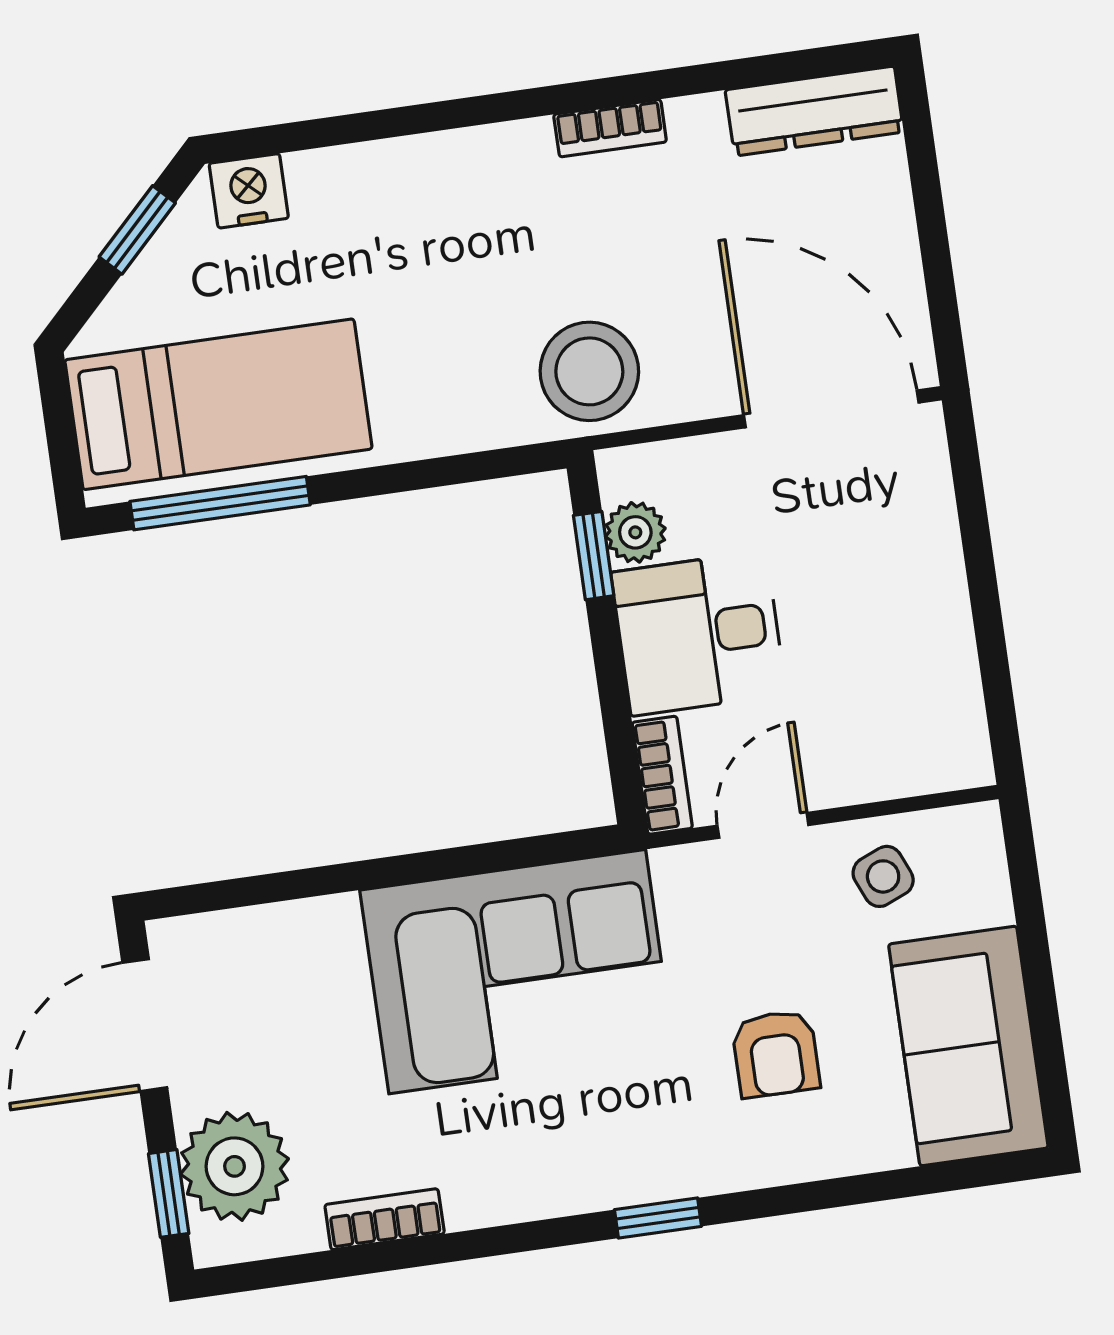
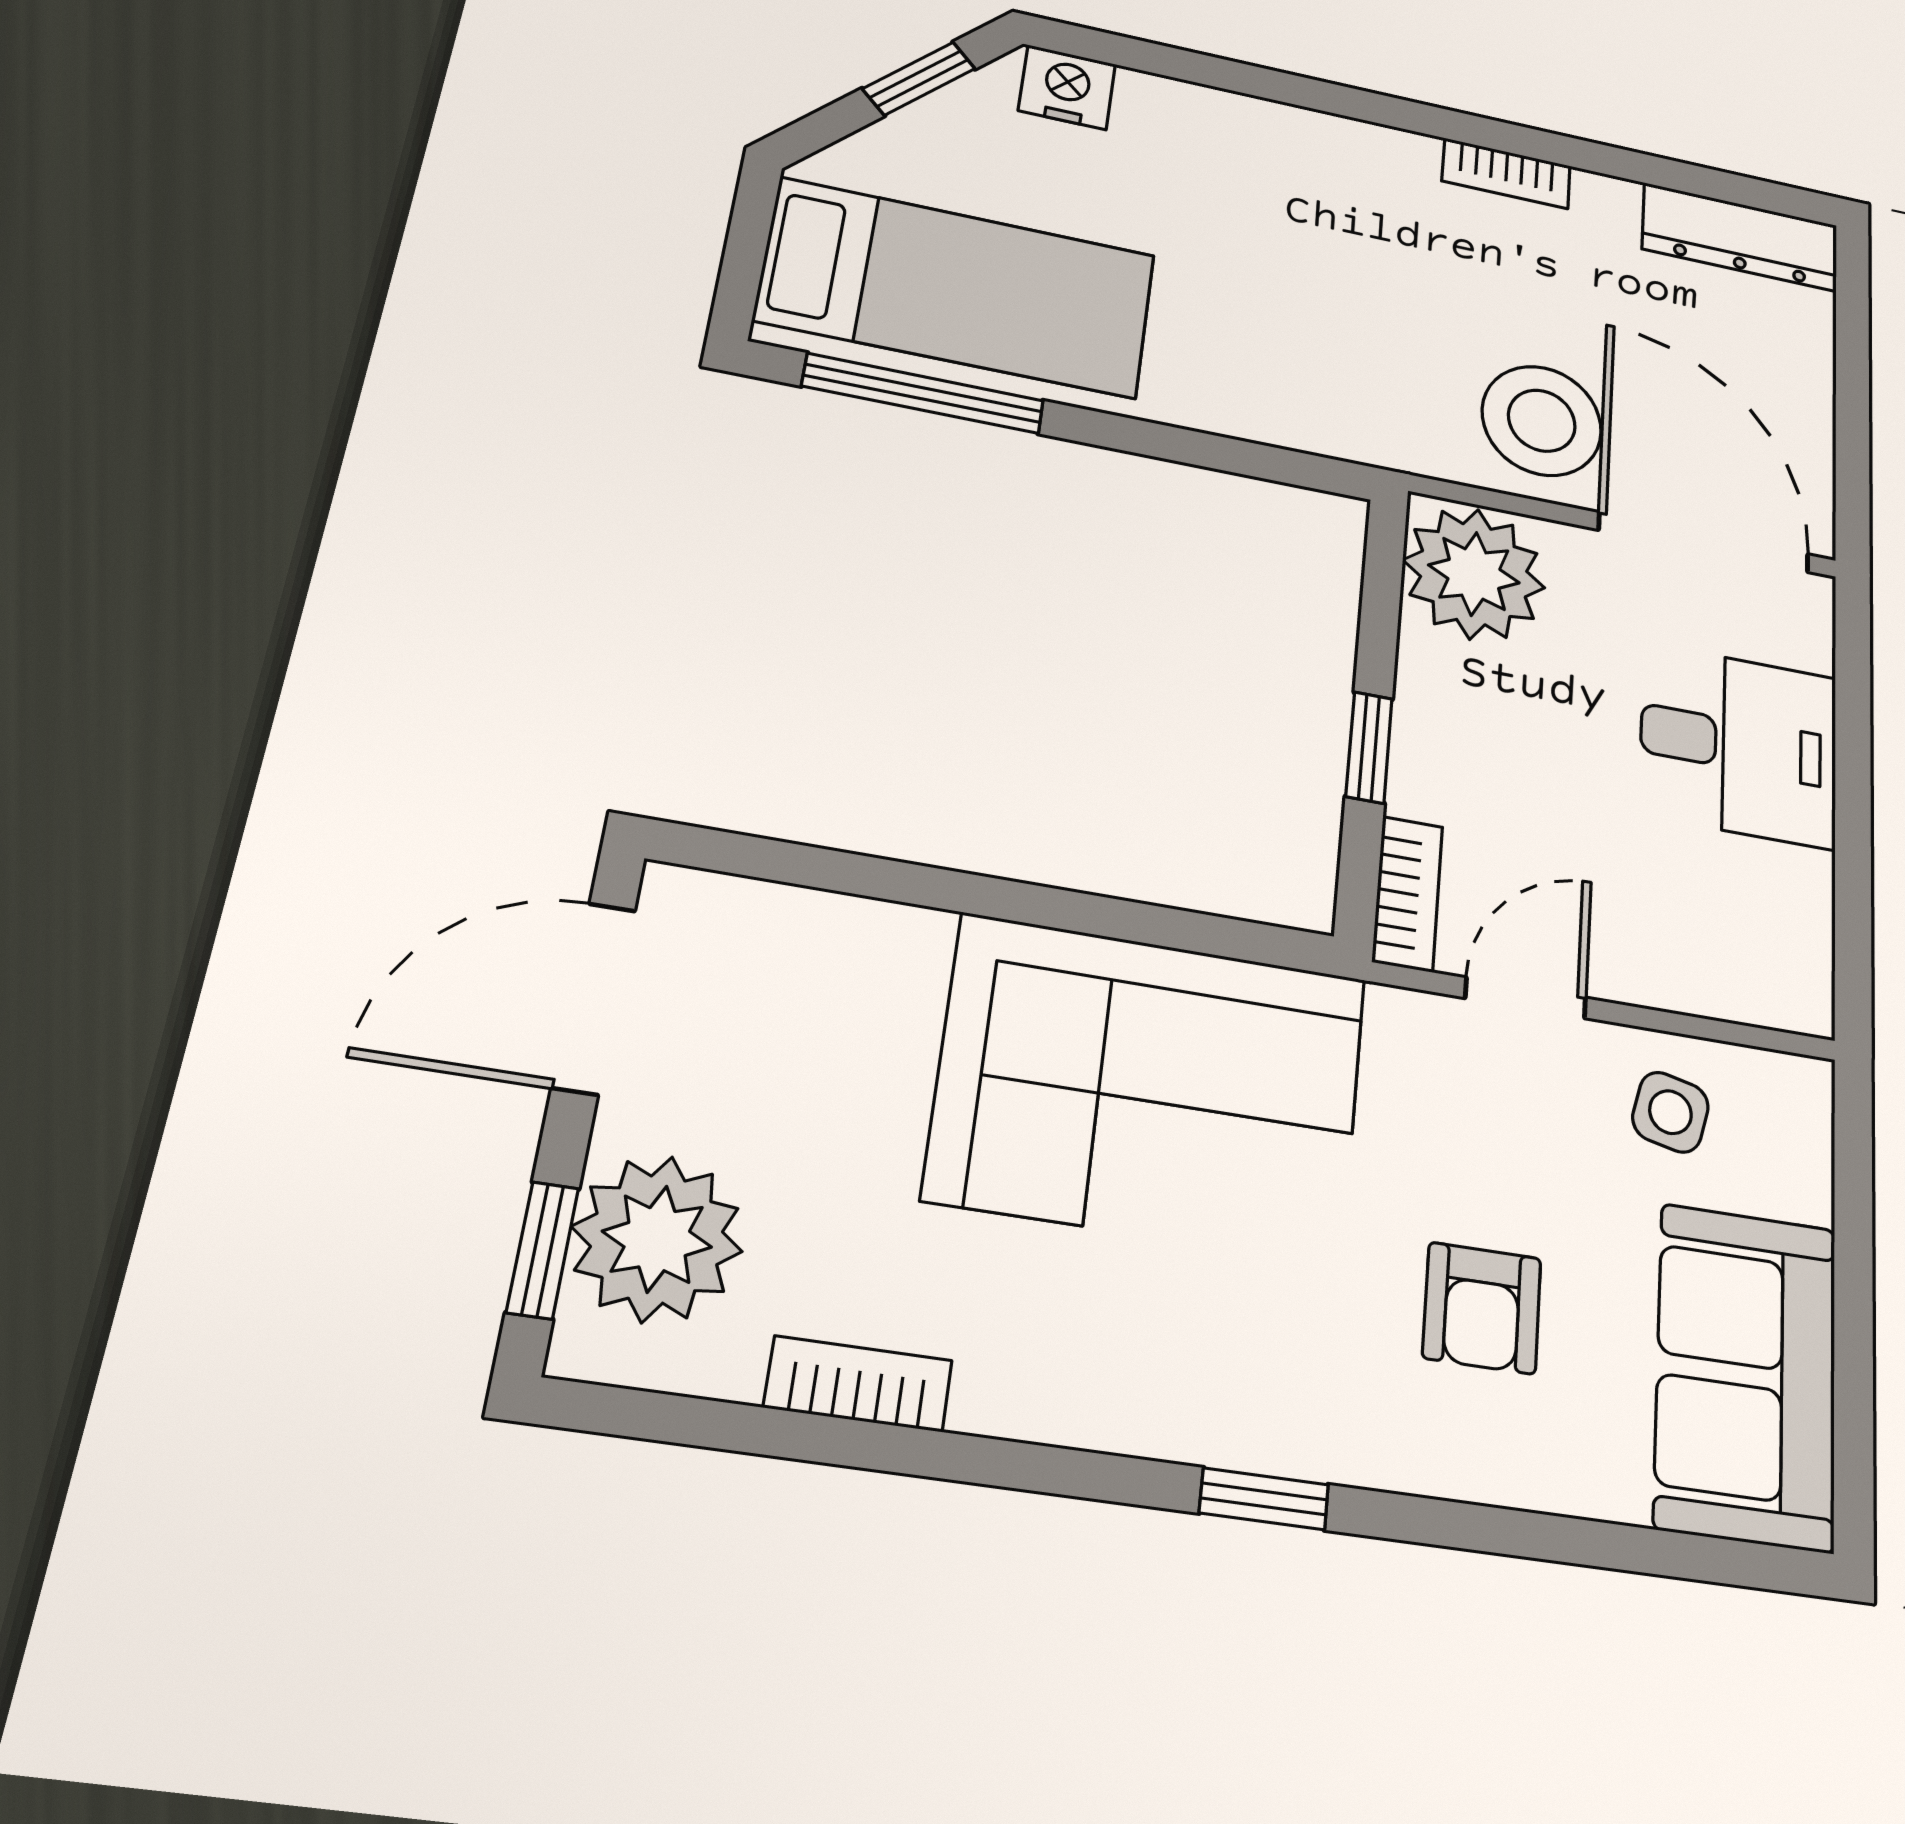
stool: (589, 371) -> (1542, 421), moved
plant: (635, 532) -> (1474, 574), width x1.87, depth x1.87
window: (594, 556) -> (1369, 747), moved
desk: (699, 633) -> (1739, 745), moved, turned 180
side table: (883, 876) -> (1670, 1112), turned 36

